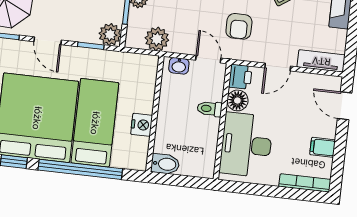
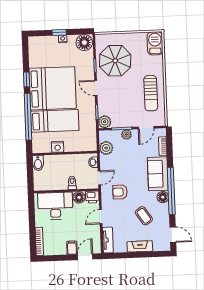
door: (48, 41) -> (96, 88), hinge flipped
door: (278, 67) -> (101, 217), hinge flipped
filing cabinet: (323, 147) -> (72, 248), moved

